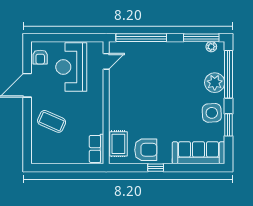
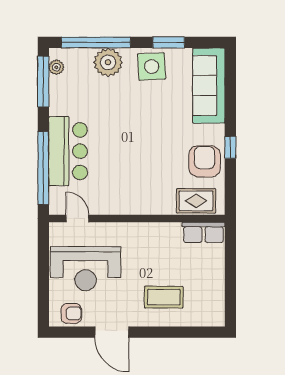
bar counter: (153, 55) -> (68, 151), added
coffee table: (52, 121) -> (164, 297), turned 66

